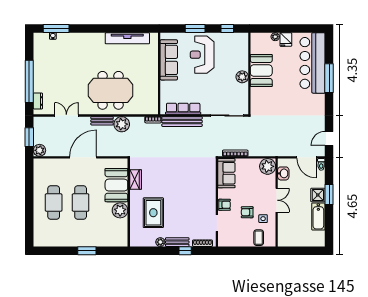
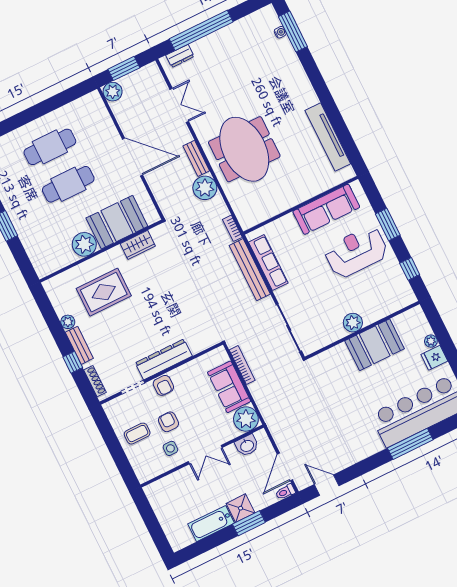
sofa: (226, 173) -> (229, 387), moved, turned 90
dresser: (210, 197) -> (164, 359), added
coffee table: (259, 238) -> (137, 434), moved

